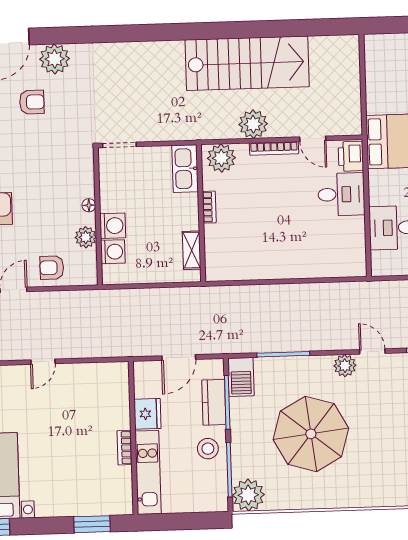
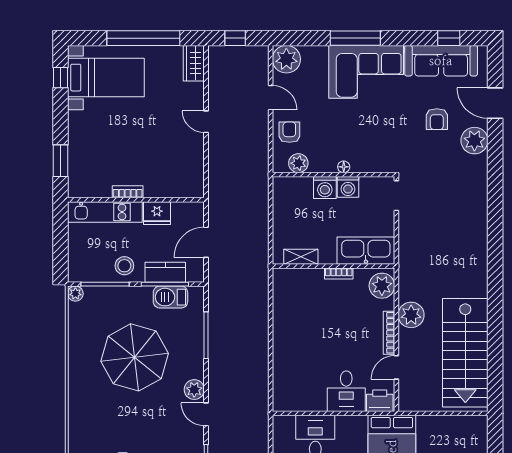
stairs: (247, 63) -> (465, 353), moved
kitchen sink: (185, 169) -> (366, 251), width x1.36, depth x1.24
plant: (86, 237) -> (298, 163), moved
washing machine: (113, 252) -> (348, 187), moved
door: (372, 351) -> (206, 414), swing flipped
door: (179, 358) -> (206, 242), hinge flipped
barbecue: (241, 377) -> (170, 297), moved
plant: (248, 495) -> (75, 294), width x0.53, depth x0.53

